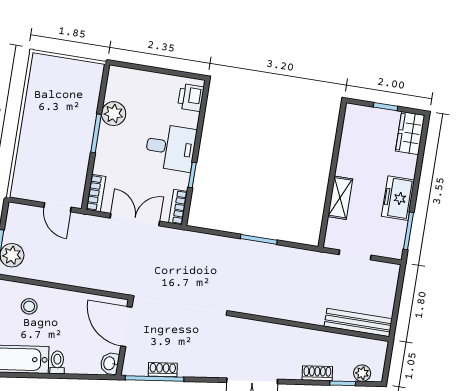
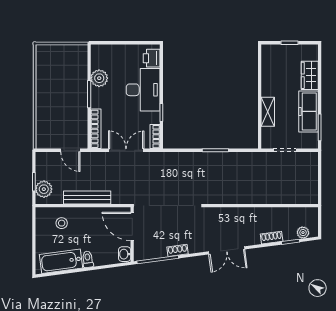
wardrobe: (410, 133) -> (310, 75), moved
desk: (171, 147) -> (143, 90), width x1.37
bookcase: (96, 193) -> (96, 129), width x1.56
freezer: (398, 198) -> (309, 111), width x1.40
bench: (358, 323) -> (87, 197), moved
shoe rack: (163, 370) -> (178, 250), moved

